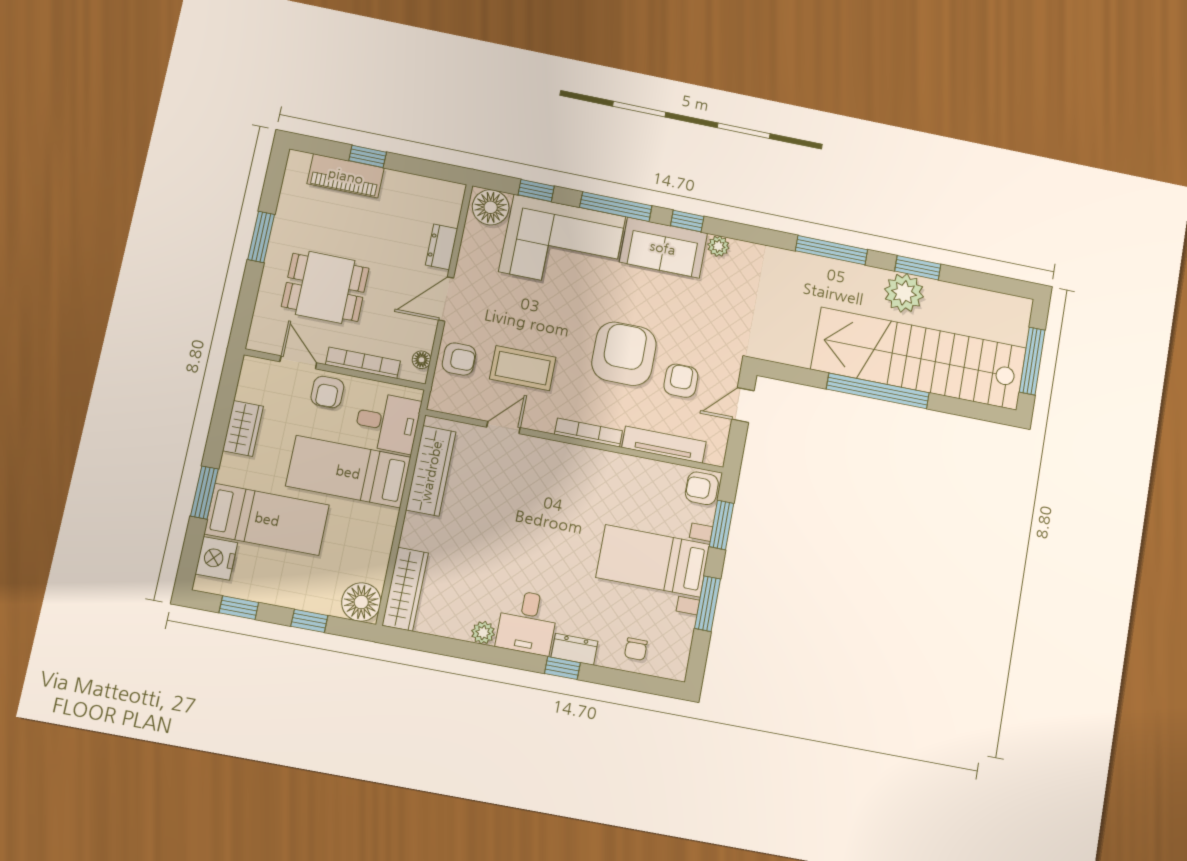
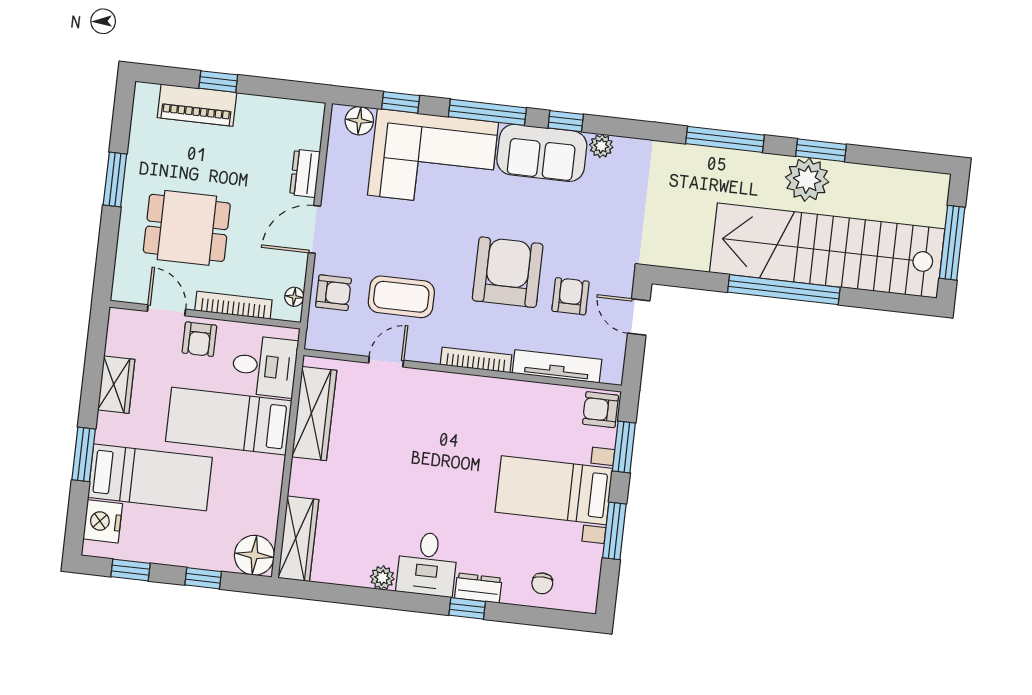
floor lamp: (491, 207) -> (359, 121), width x0.73, depth x0.73
door: (743, 405) -> (639, 317), hinge flipped

